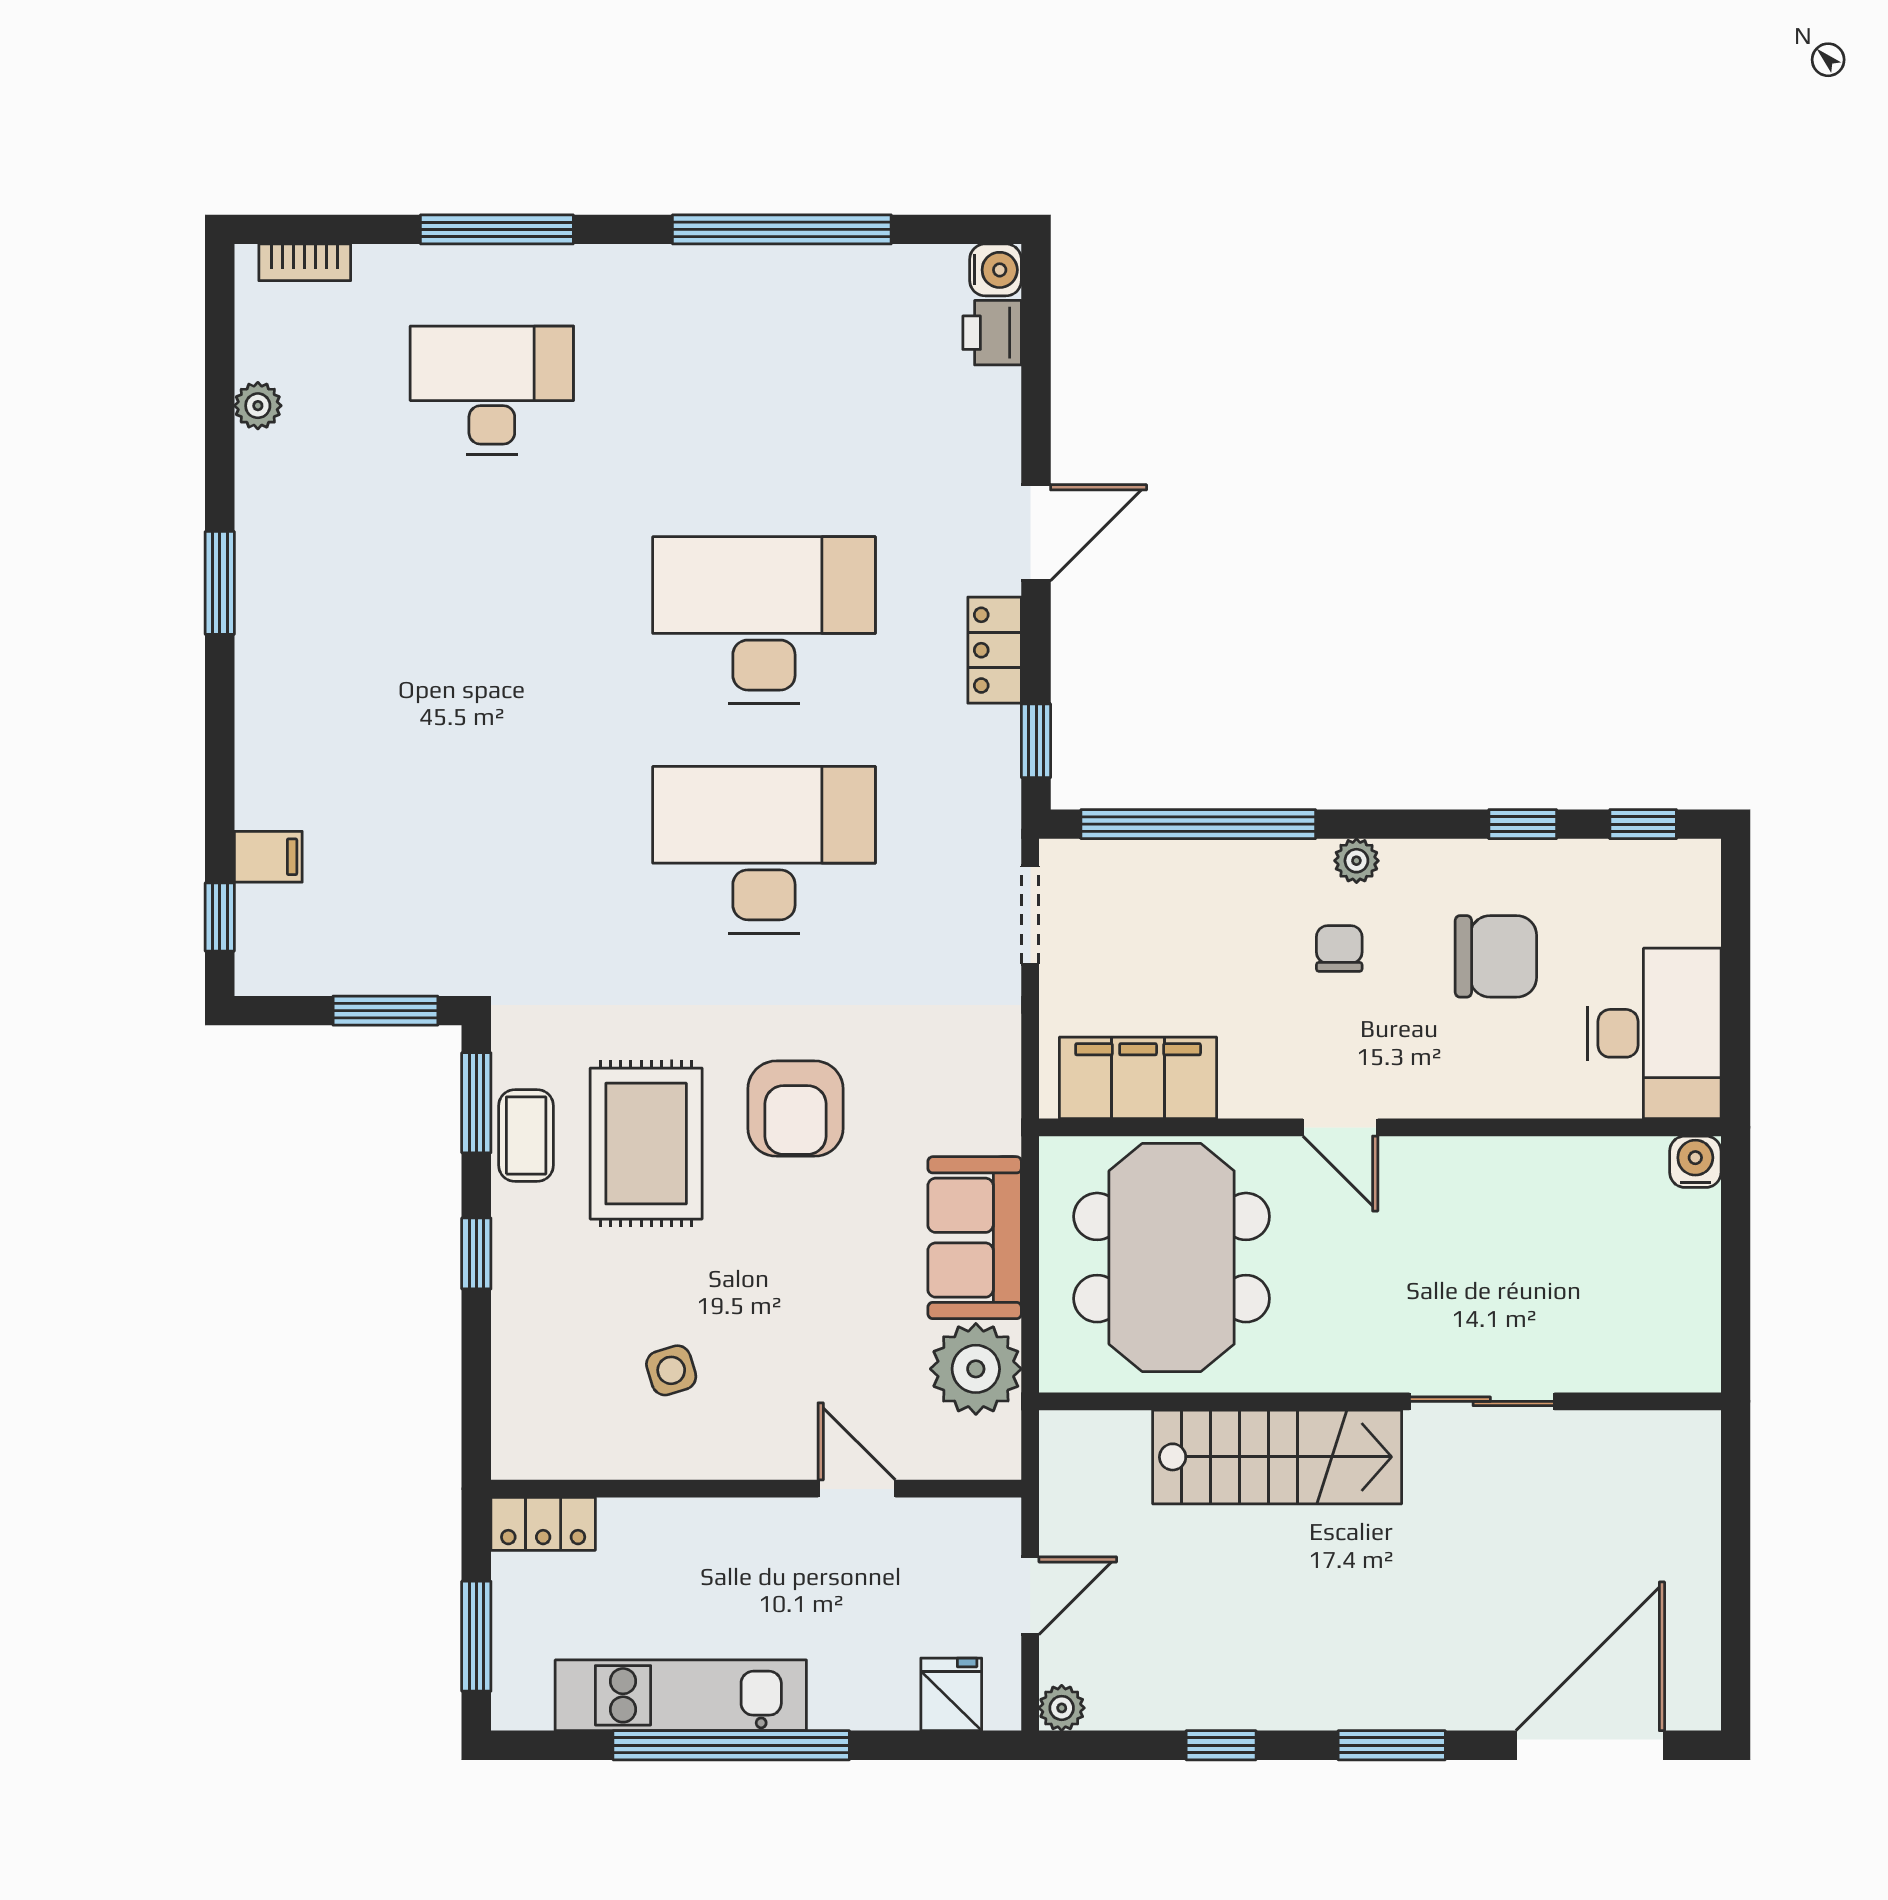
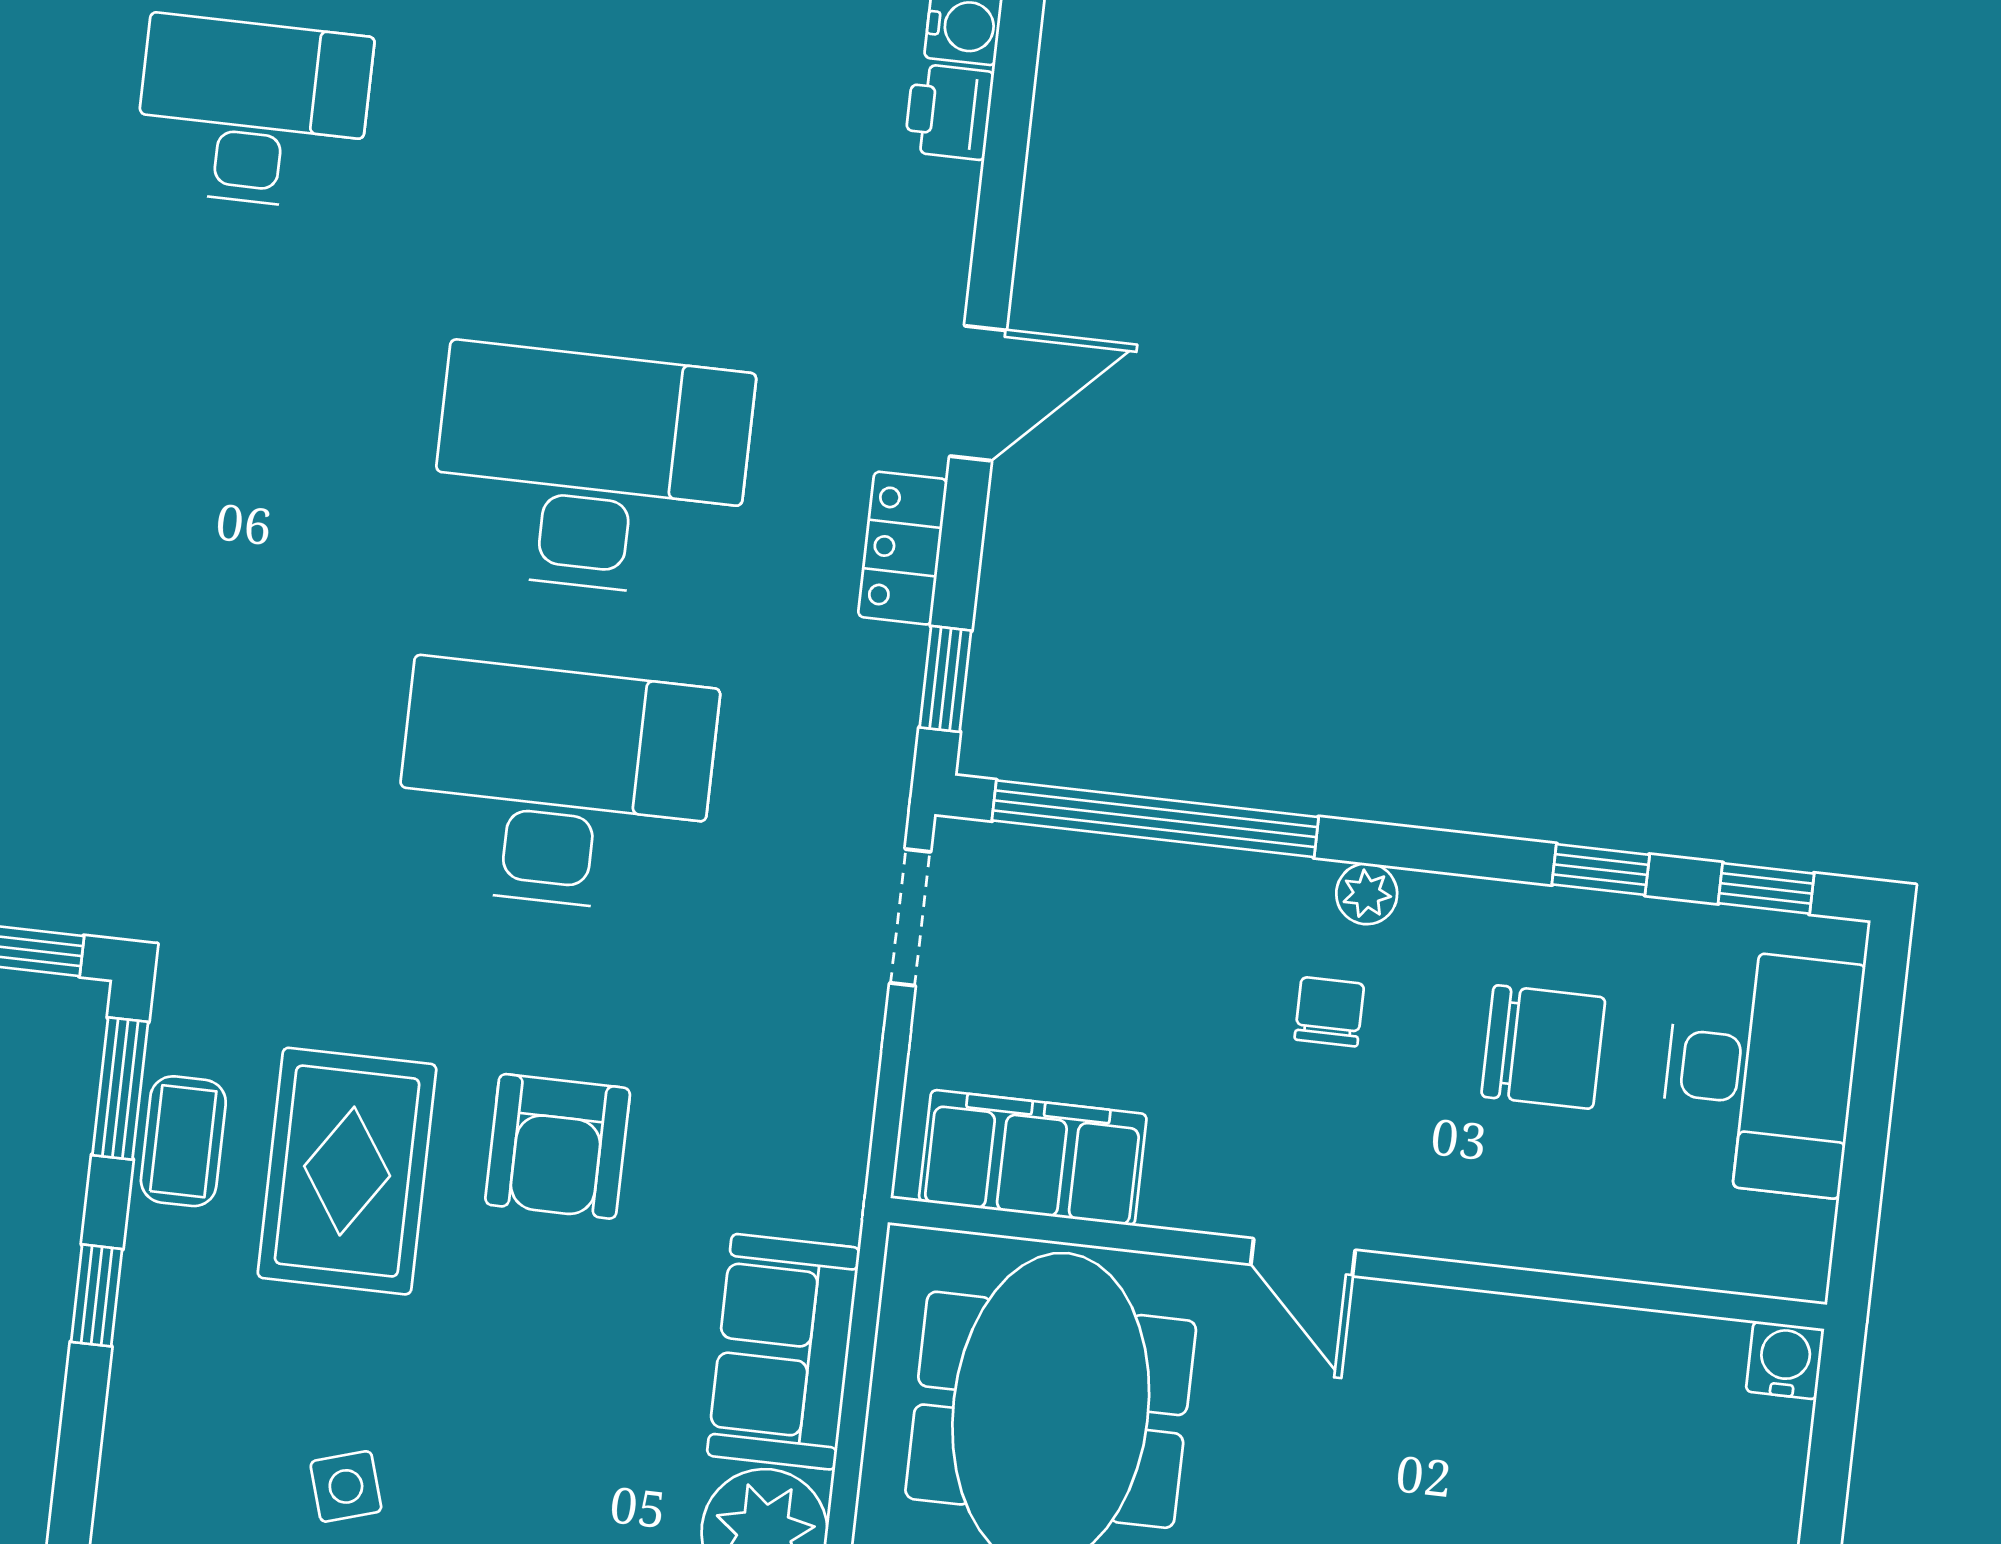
desk: (1654, 1033) -> (1761, 1072), moved

